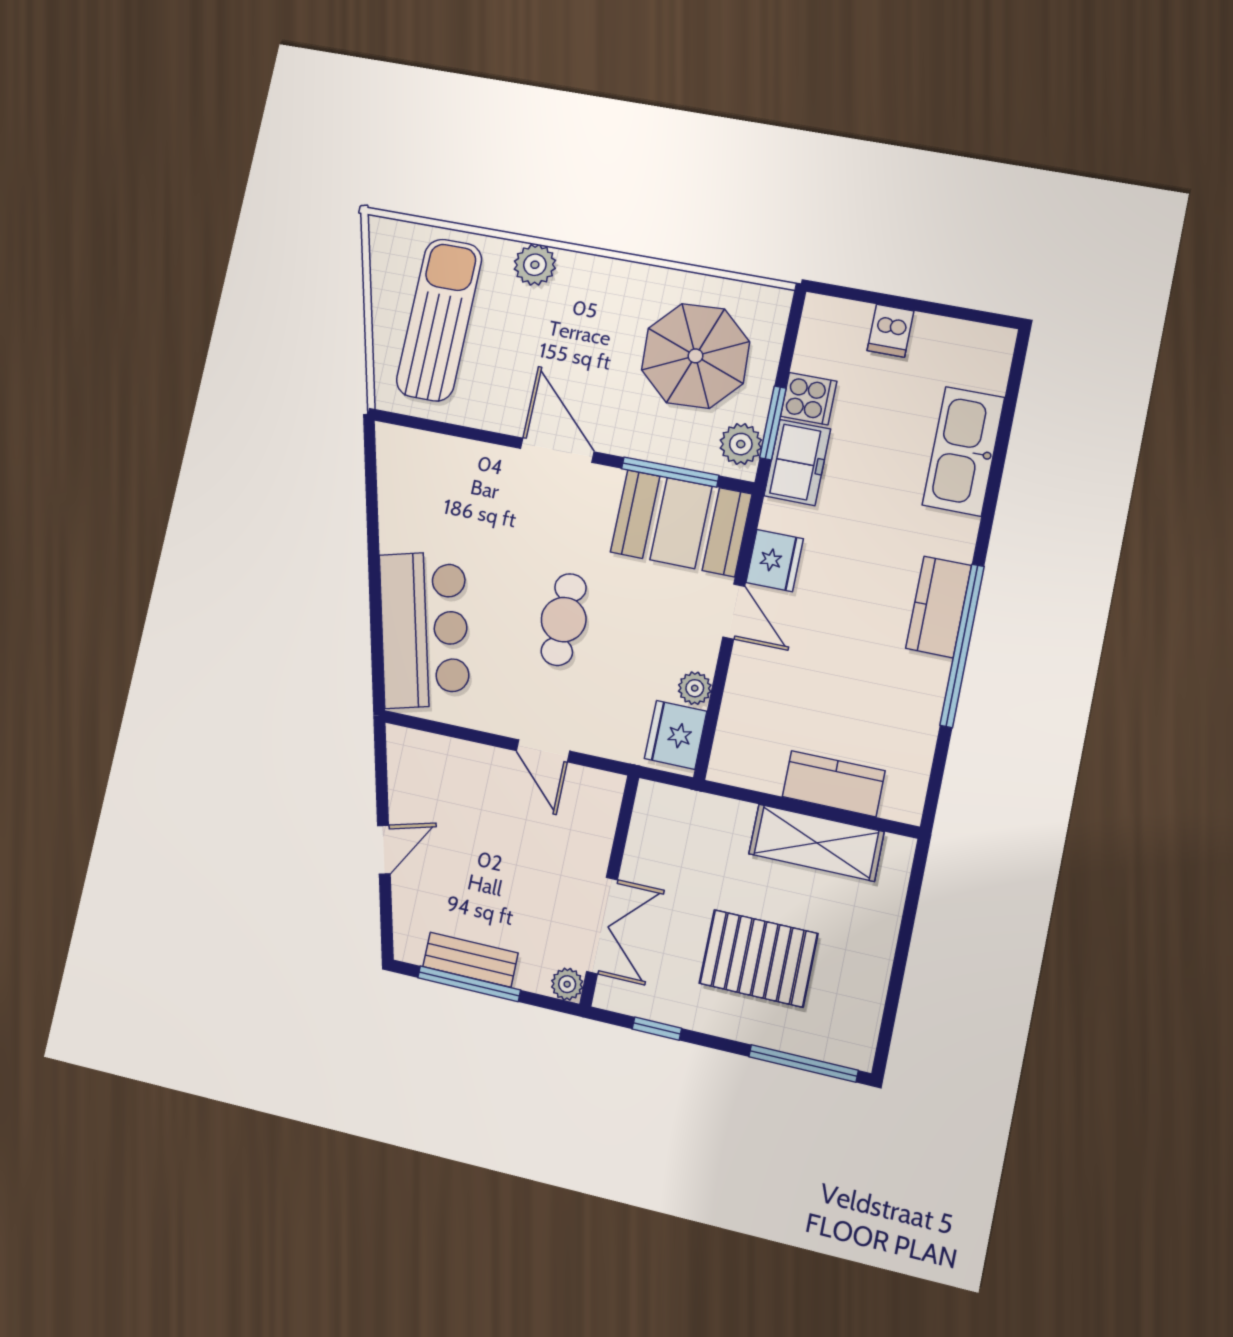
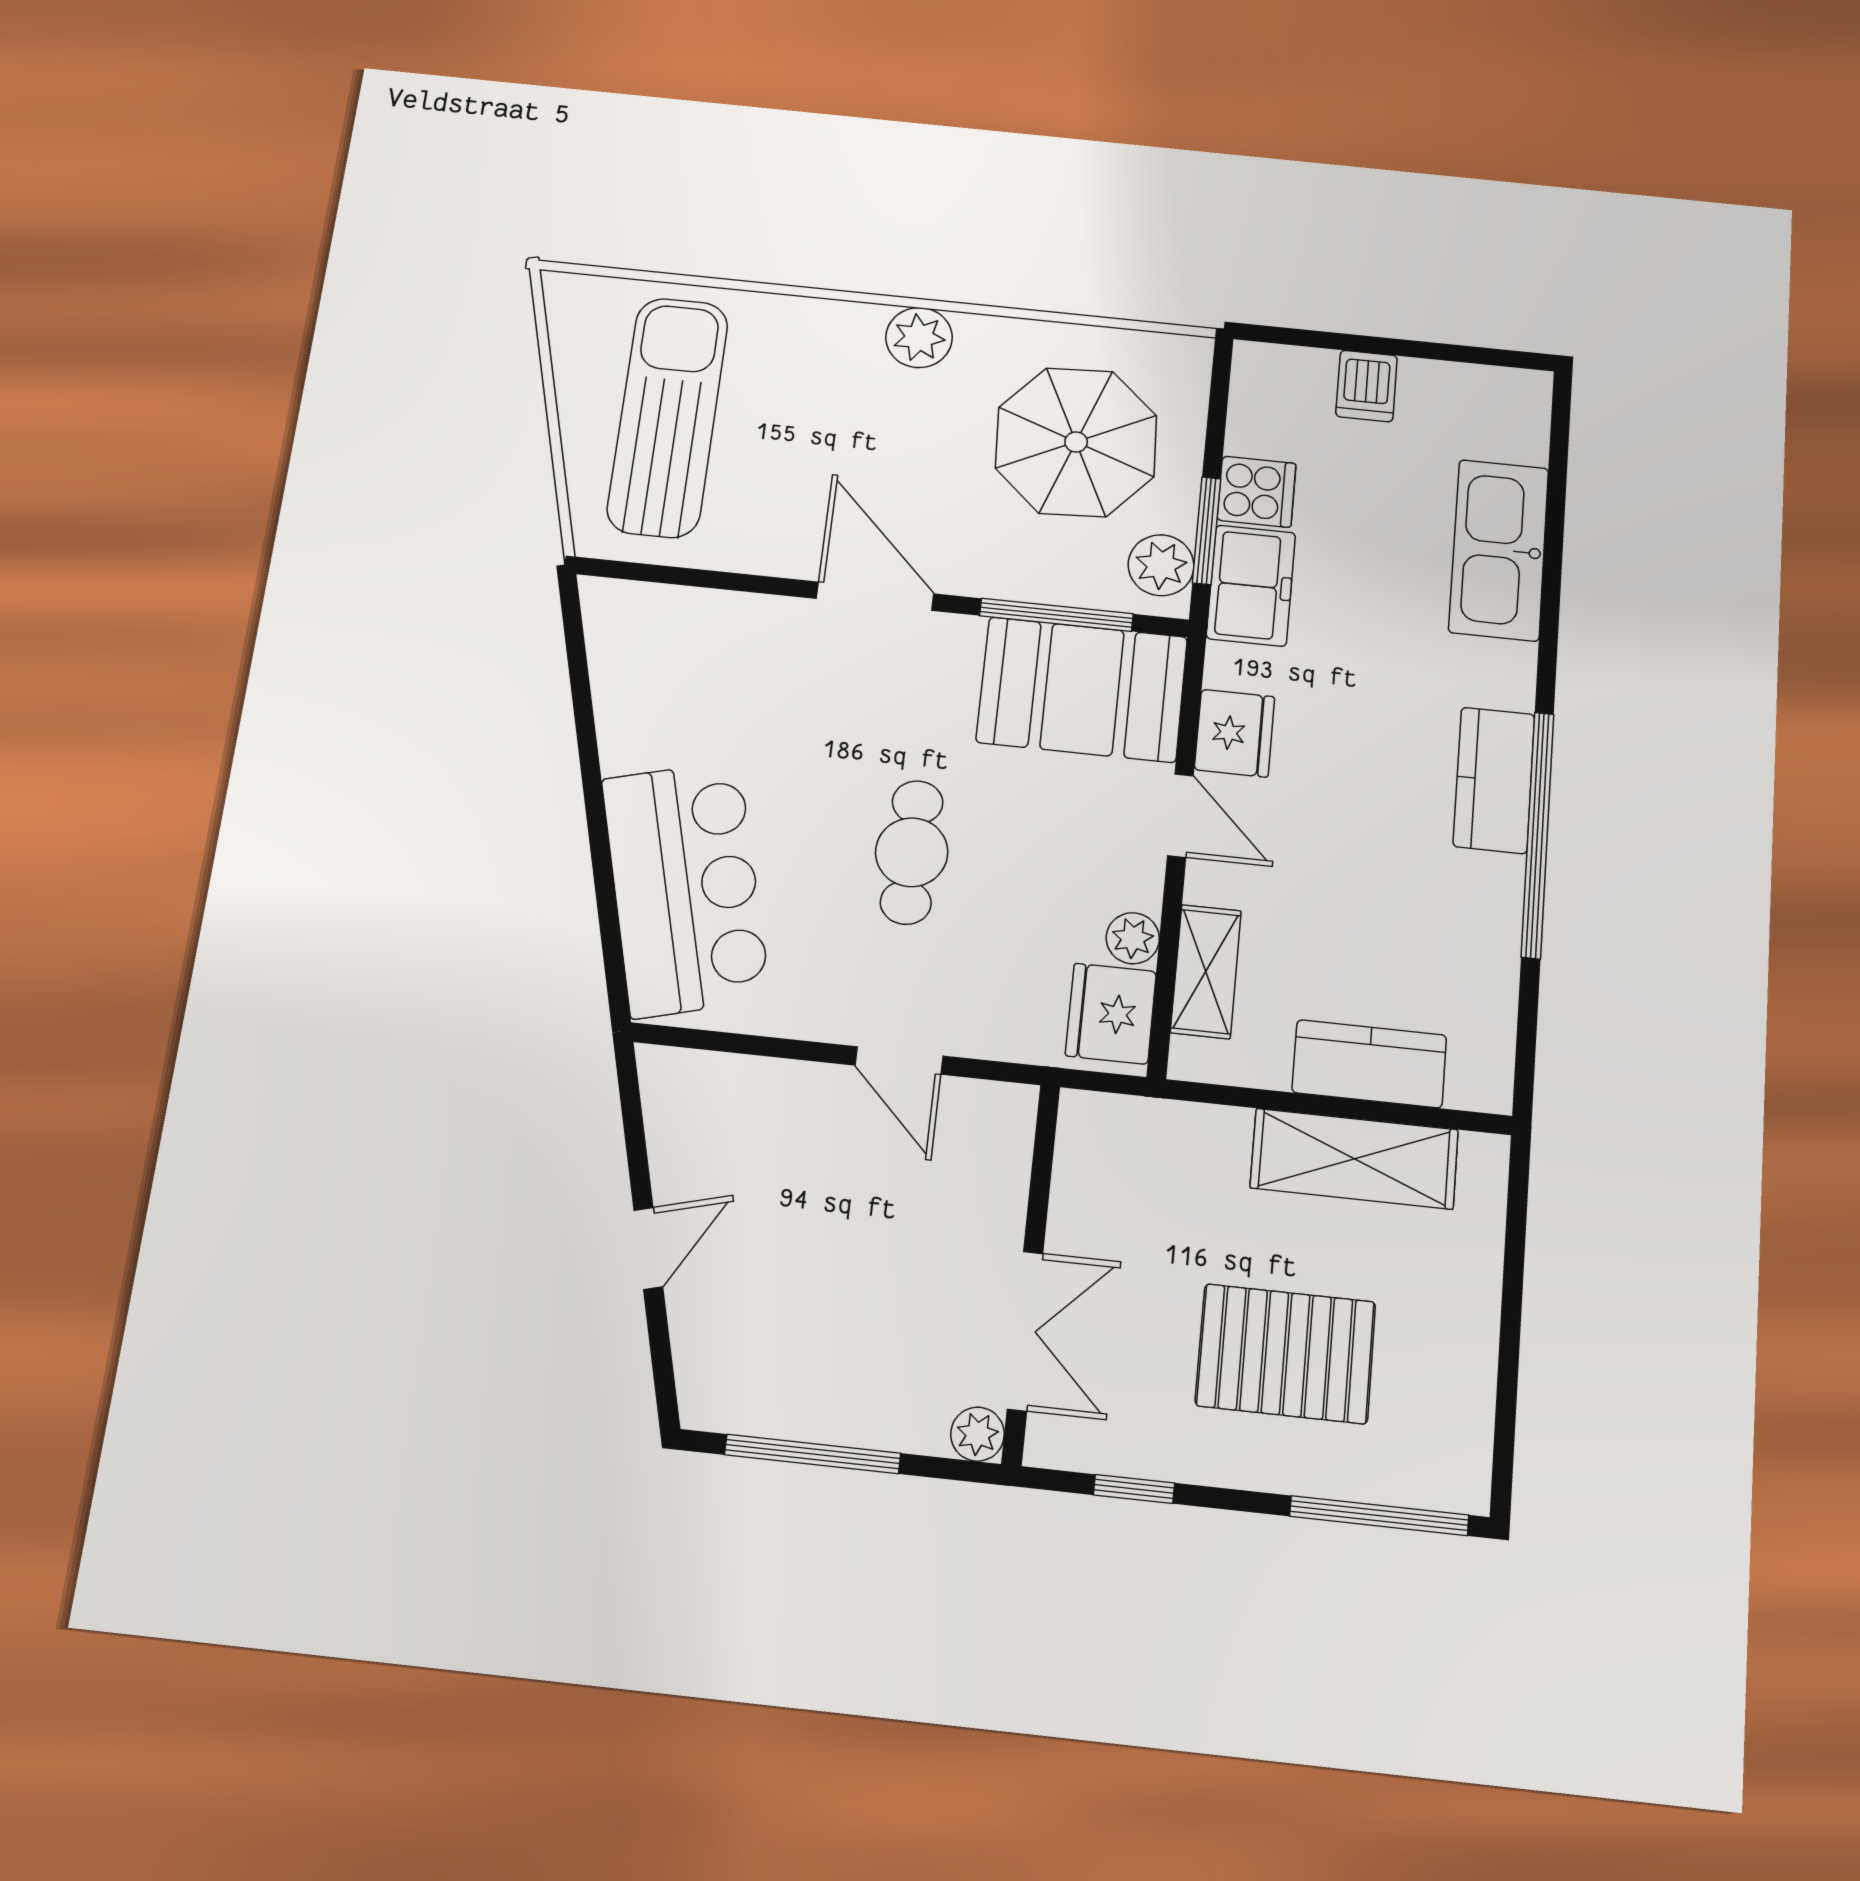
plant: (535, 265) -> (919, 338), moved
shelving: (738, 714) -> (1206, 972), added
bench: (470, 960) -> (811, 1413), removed

